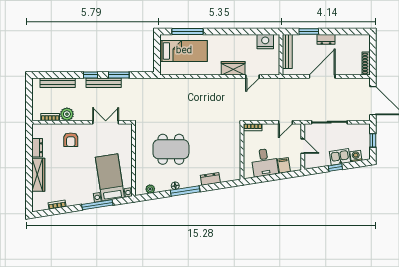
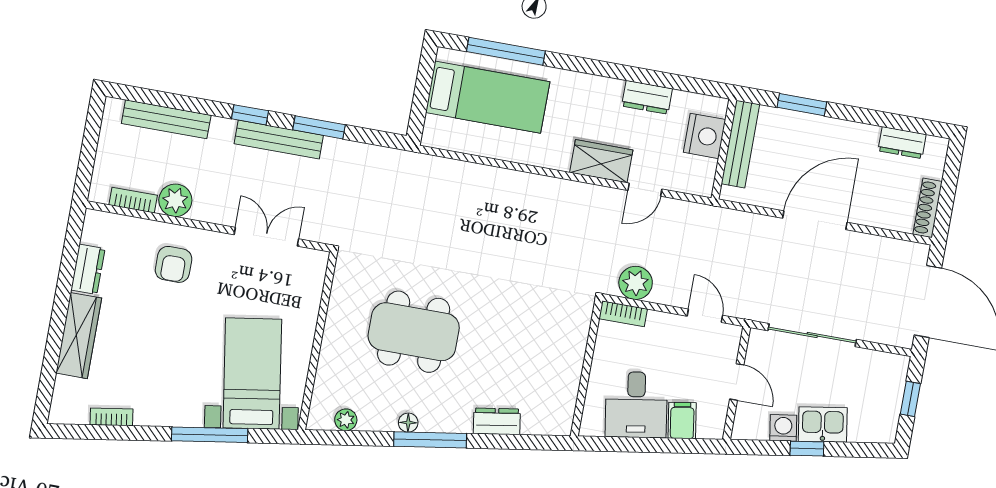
dresser: (326, 39) -> (902, 143), moved
dresser: (247, 40) -> (647, 97), added
nightstand: (265, 42) -> (705, 136), moved, turned 90
plant: (255, 114) -> (636, 283), added
door: (285, 122) -> (705, 316), swing flipped
washing machine: (356, 156) -> (783, 428), moved

